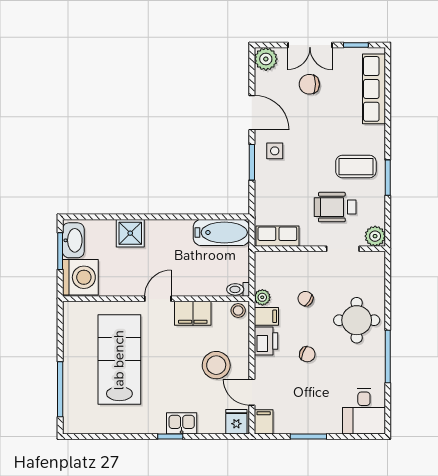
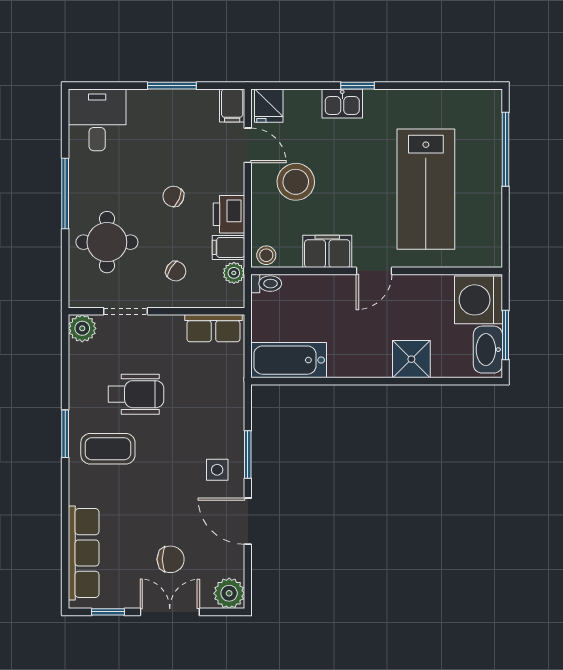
row of seats: (277, 236) -> (213, 328), moved
plant: (375, 236) -> (82, 328), moved
wall: (320, 249) -> (156, 311), moved
doorway: (343, 249) -> (126, 311), moved

